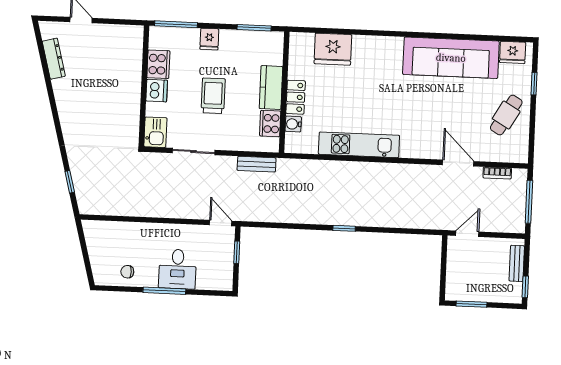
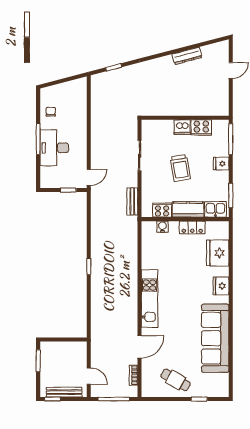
fridge: (513, 52) -> (221, 286), moved
dresser: (54, 59) -> (187, 56), moved
trolley: (213, 96) -> (180, 168), turned 80
locker: (296, 97) -> (192, 228), moved
kitchen sink: (155, 132) -> (215, 209), moved, turned 180
kitchen unit: (359, 145) -> (150, 298), moved
door: (467, 234) -> (89, 376), moved
bench: (517, 263) -> (64, 392), width x1.36
desk: (178, 269) -> (54, 148), width x1.37

